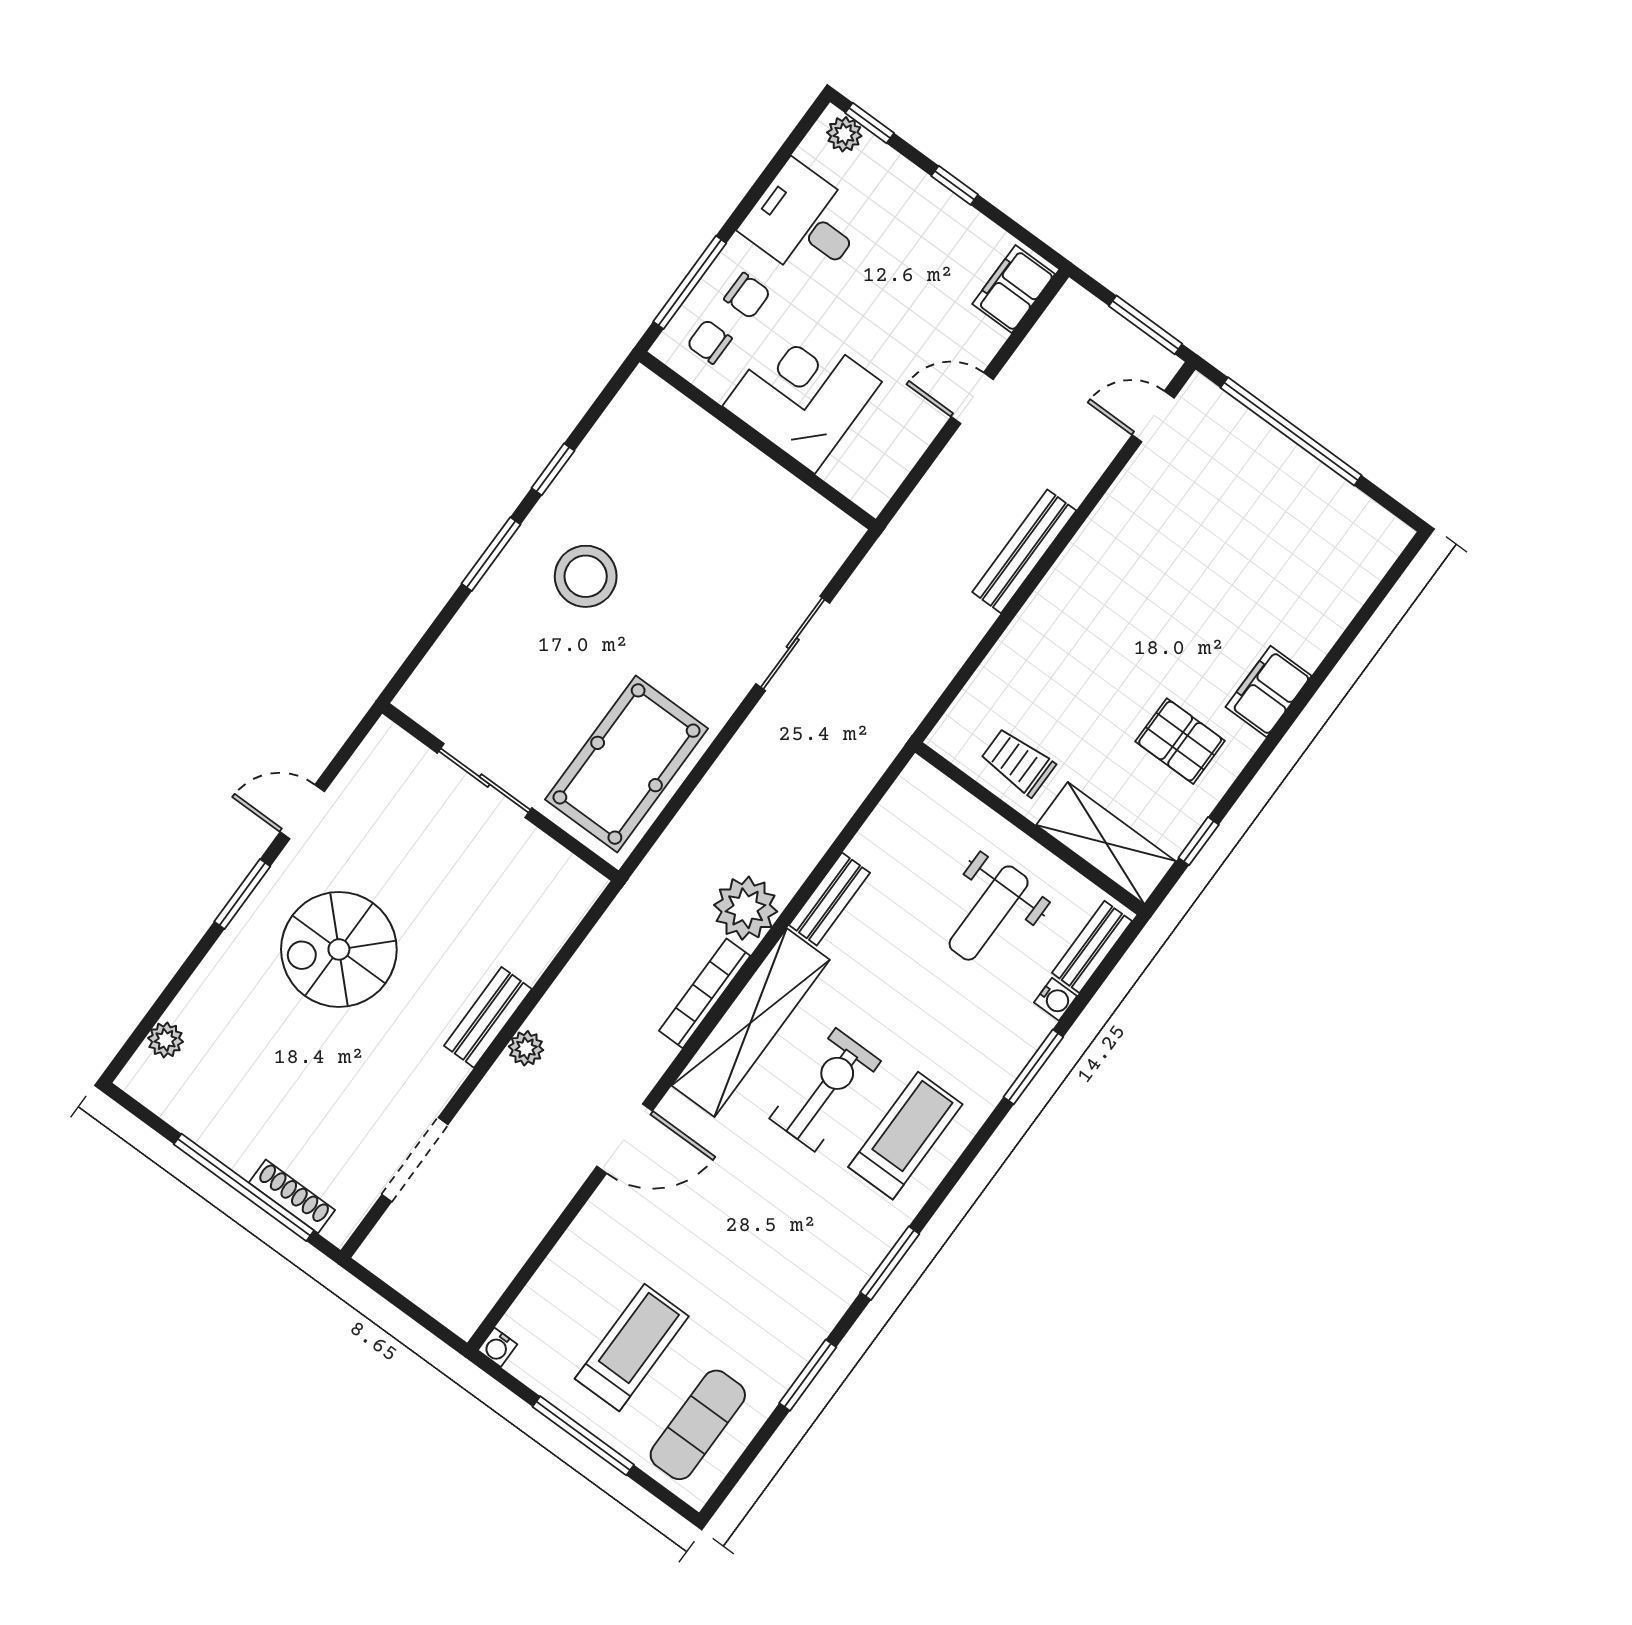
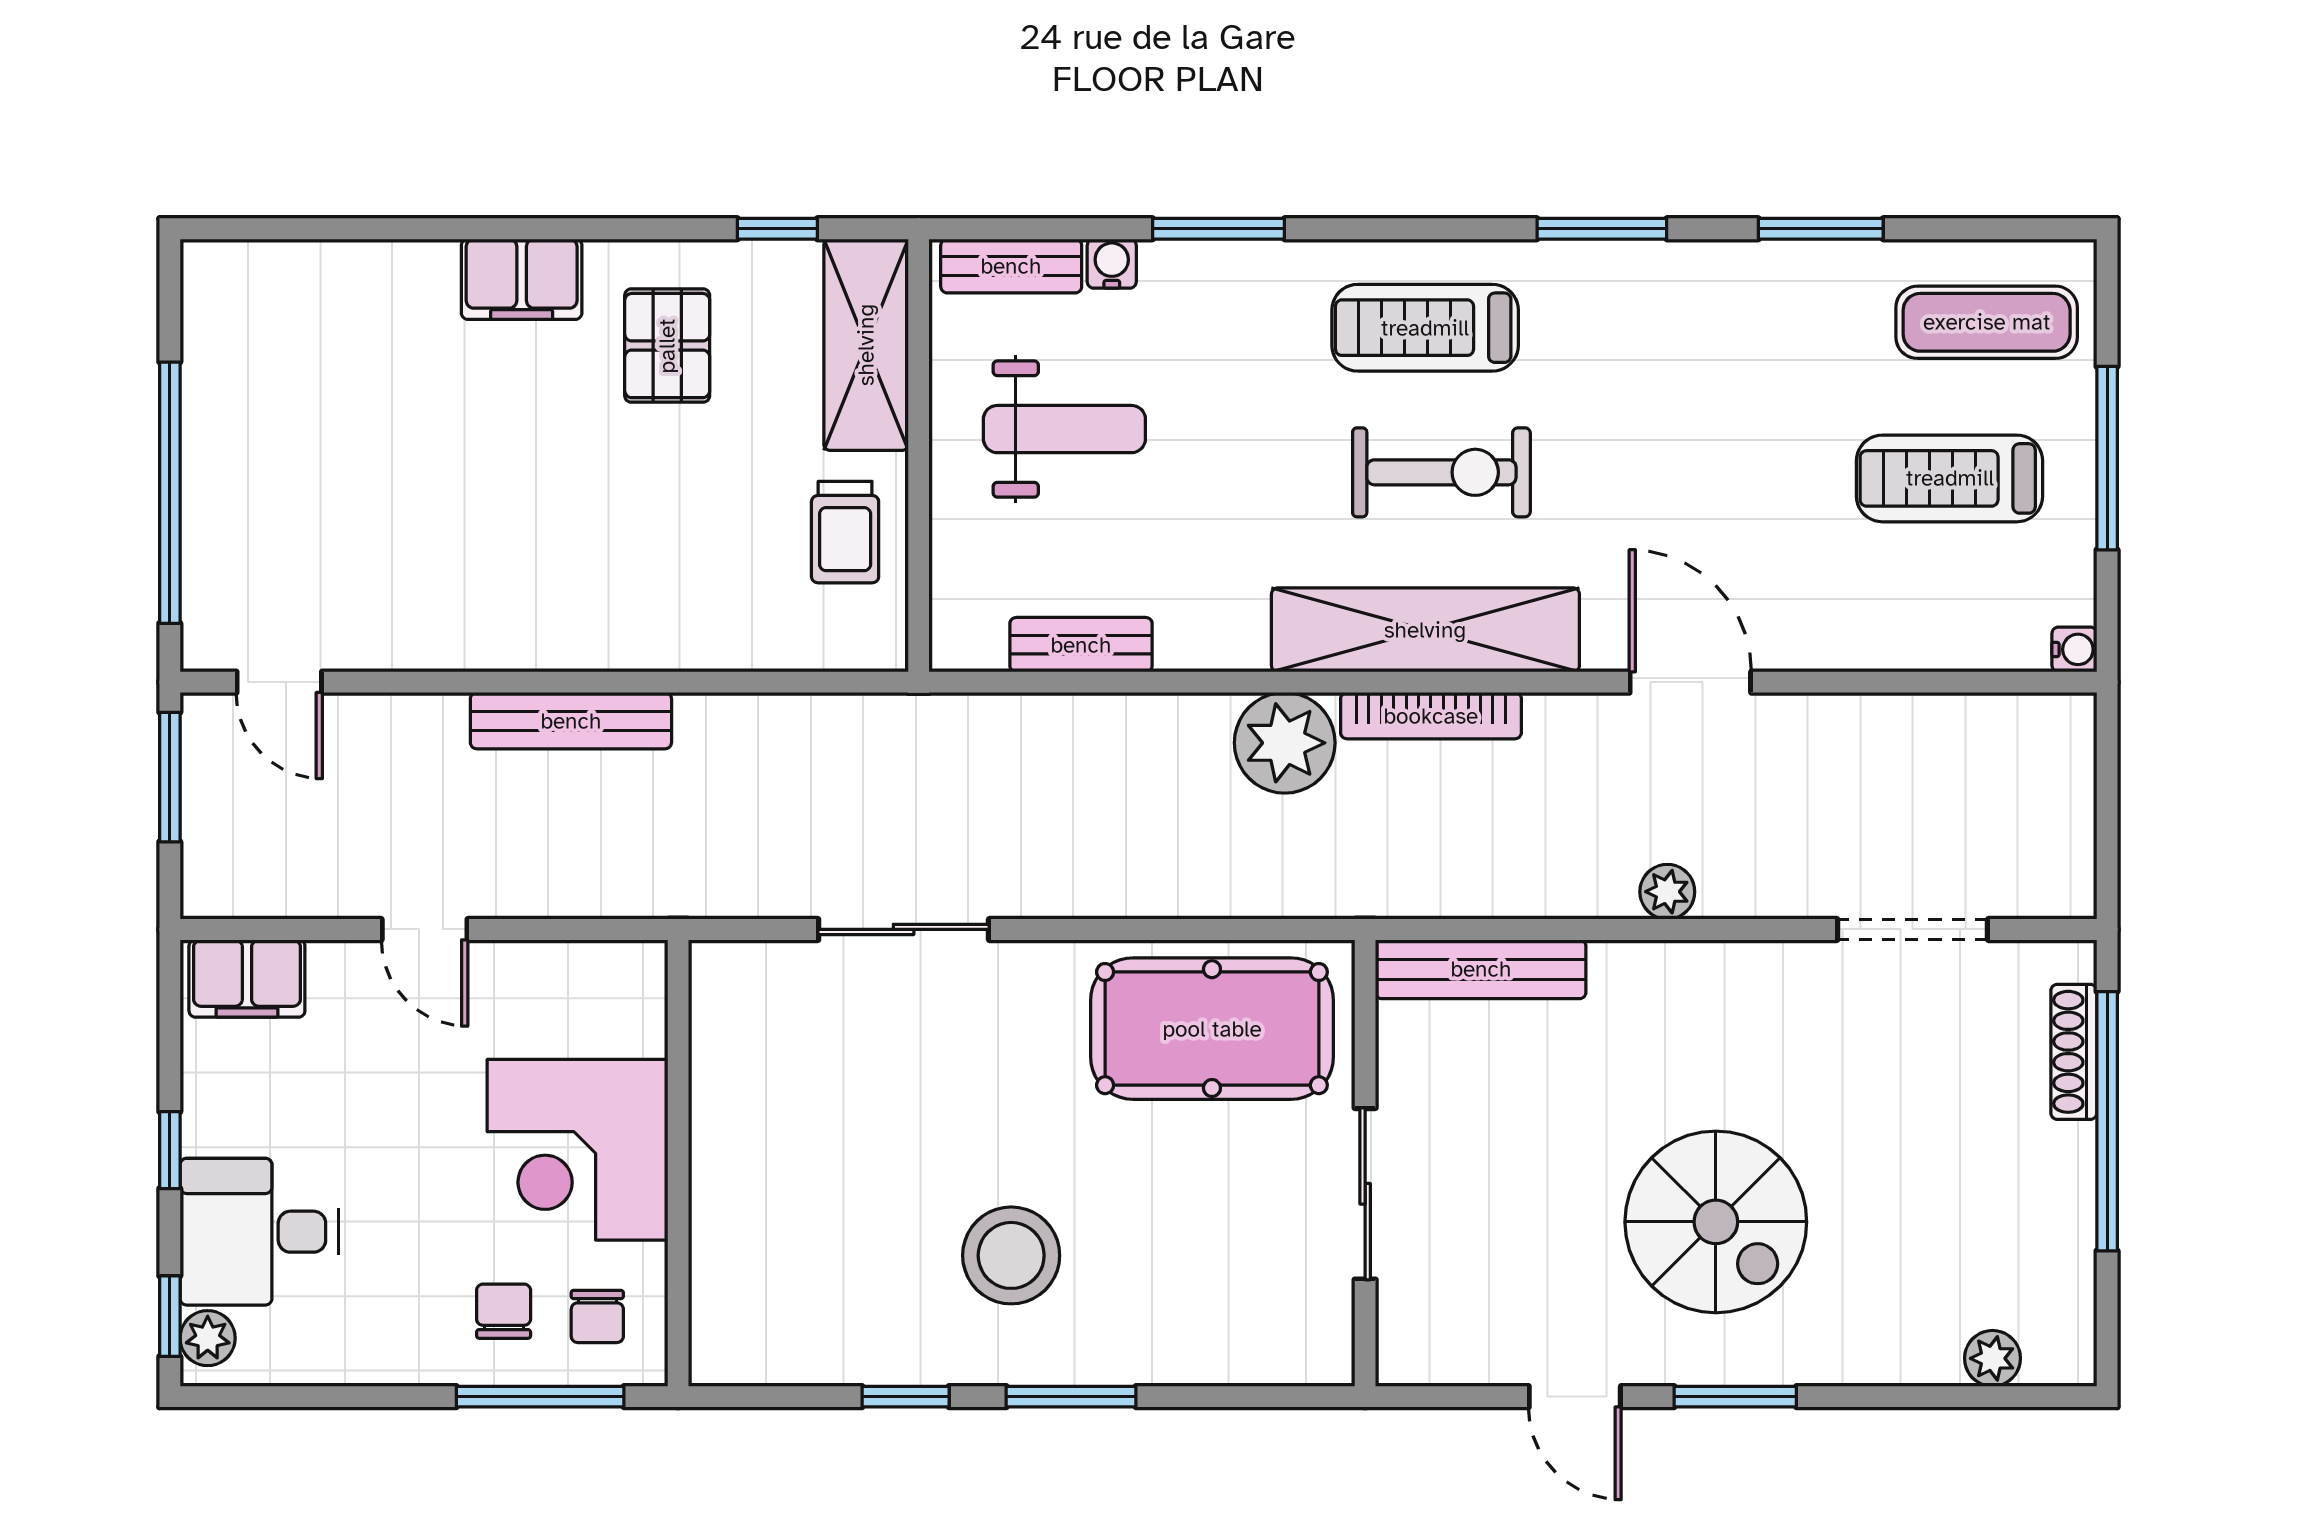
desk: (804, 223) -> (259, 1232), moved, turned 90
bench: (829, 899) -> (1081, 645), moved
bench: (488, 1017) -> (1481, 969), moved, width x1.36
exercise bike: (825, 1090) -> (1441, 472), turned 180

